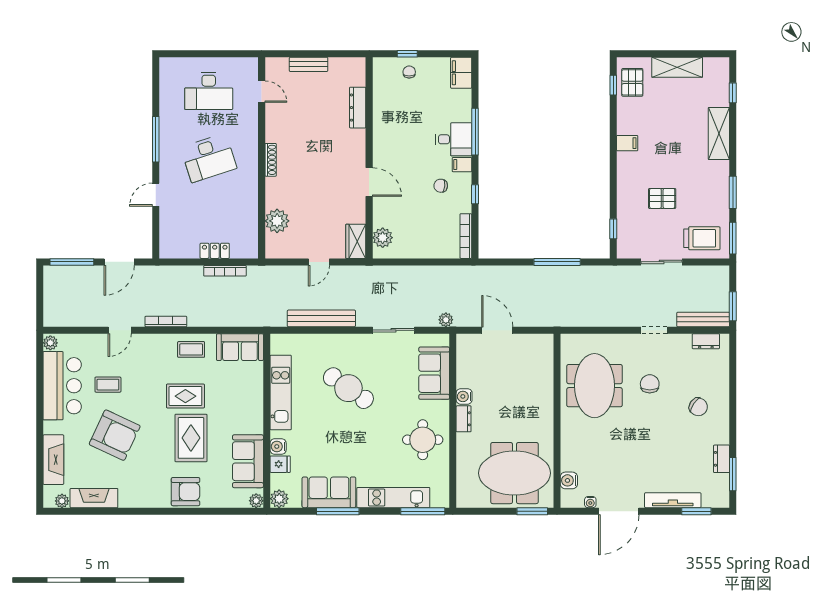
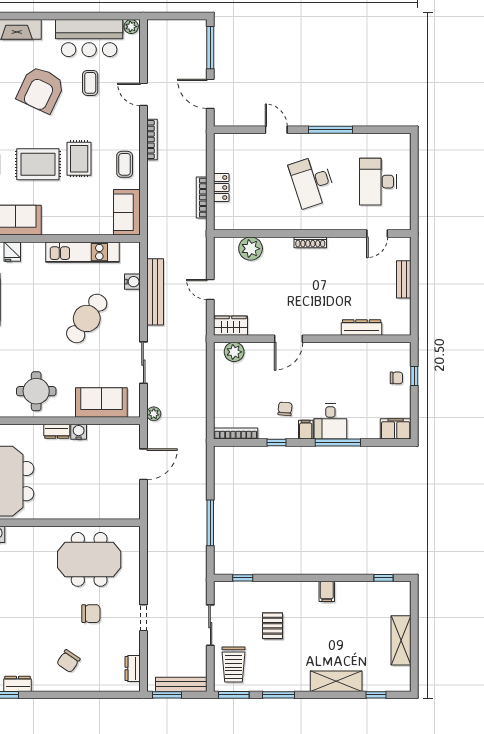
pallet: (632, 82) -> (386, 596), removed
bench: (703, 319) -> (181, 684), moved, turned 90
water cooler: (278, 447) -> (132, 282), moved, turned 90

